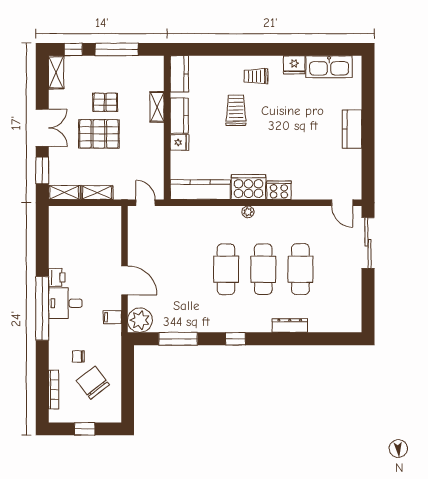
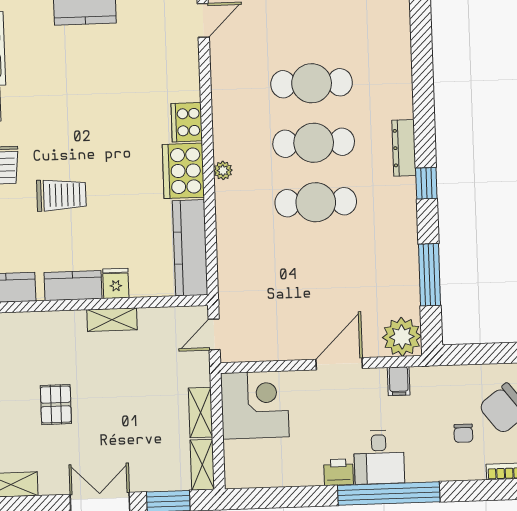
shelving: (157, 107) -> (112, 320), moved
trolley: (236, 110) -> (61, 195), turned 180
pallet: (99, 134) -> (107, 413), removed
corner desk: (101, 227) -> (255, 405), added
dresser: (290, 326) -> (404, 148), moved

